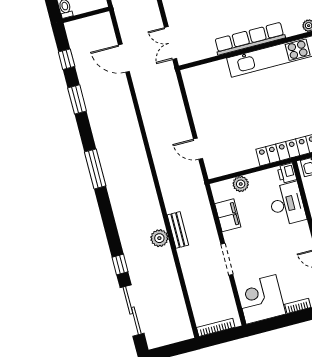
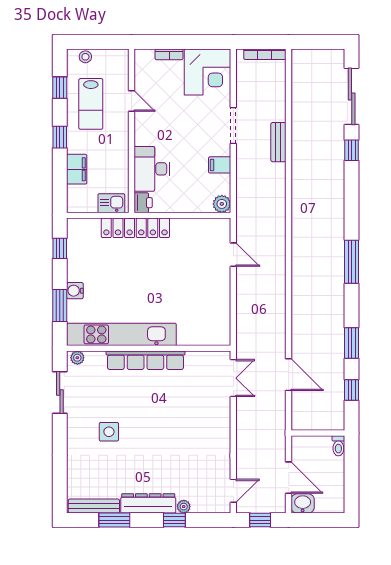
plant: (241, 184) -> (222, 204), moved
filing cabinet: (228, 215) -> (220, 165), width x0.50
bench: (178, 230) -> (278, 142), moved
plant: (159, 238) -> (301, 168), removed

